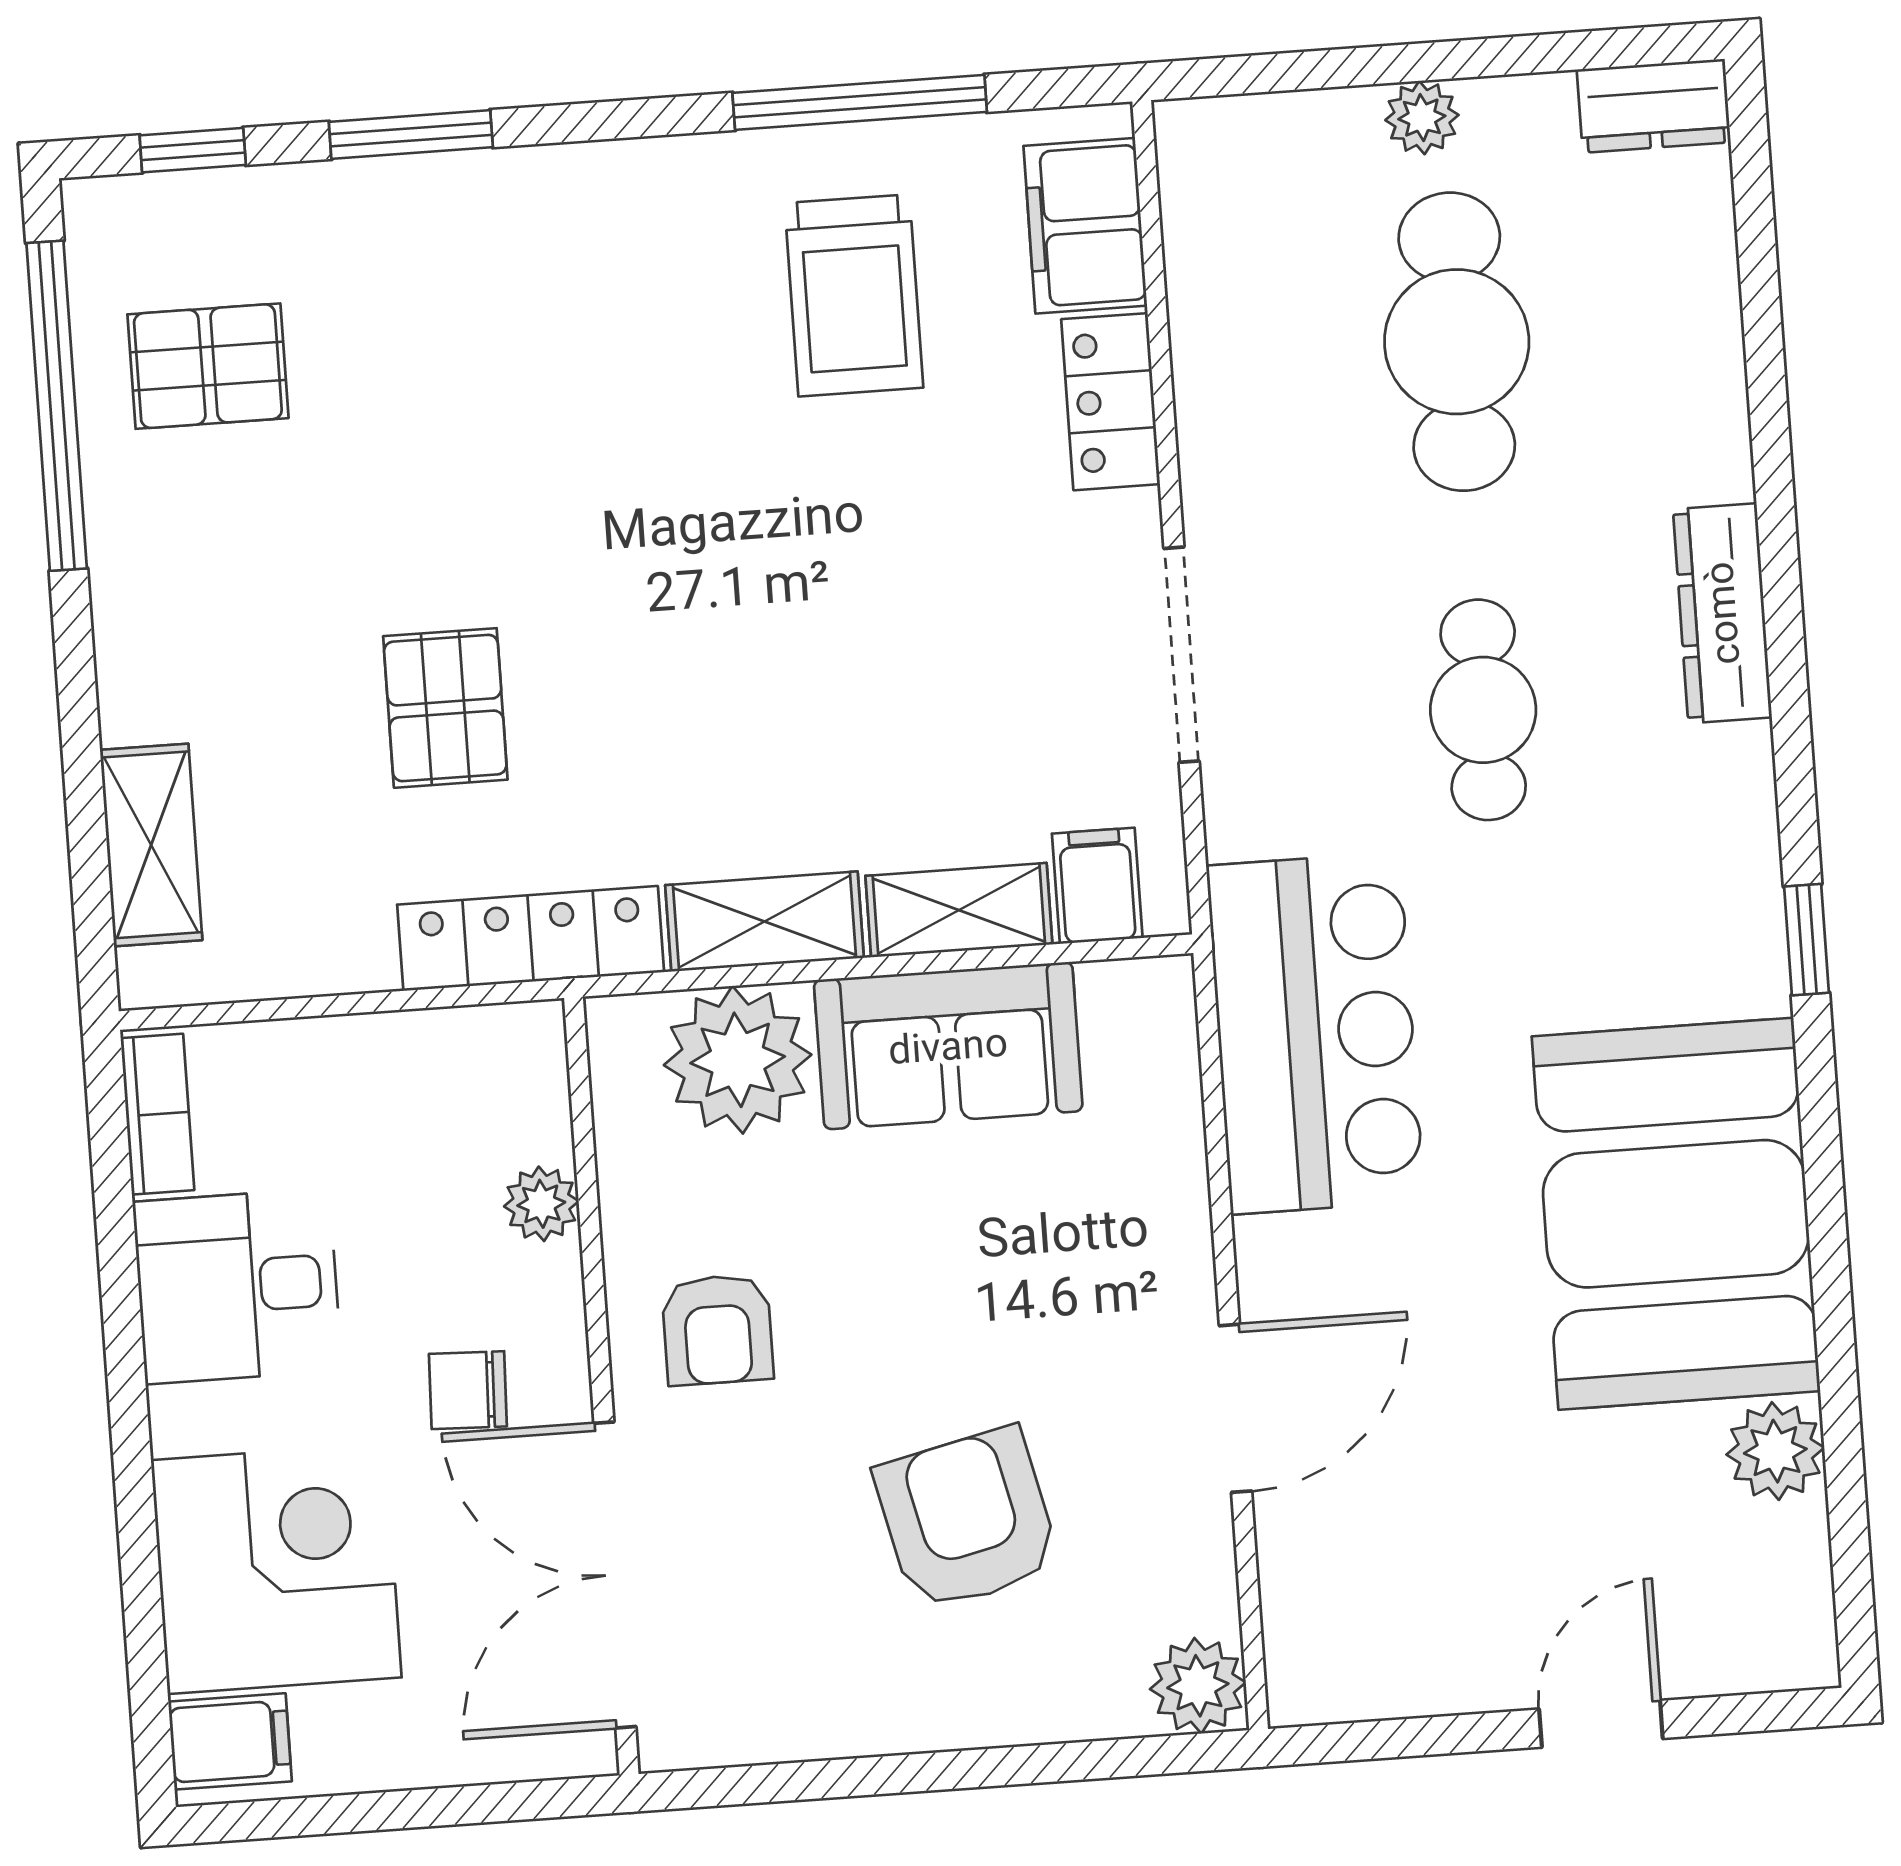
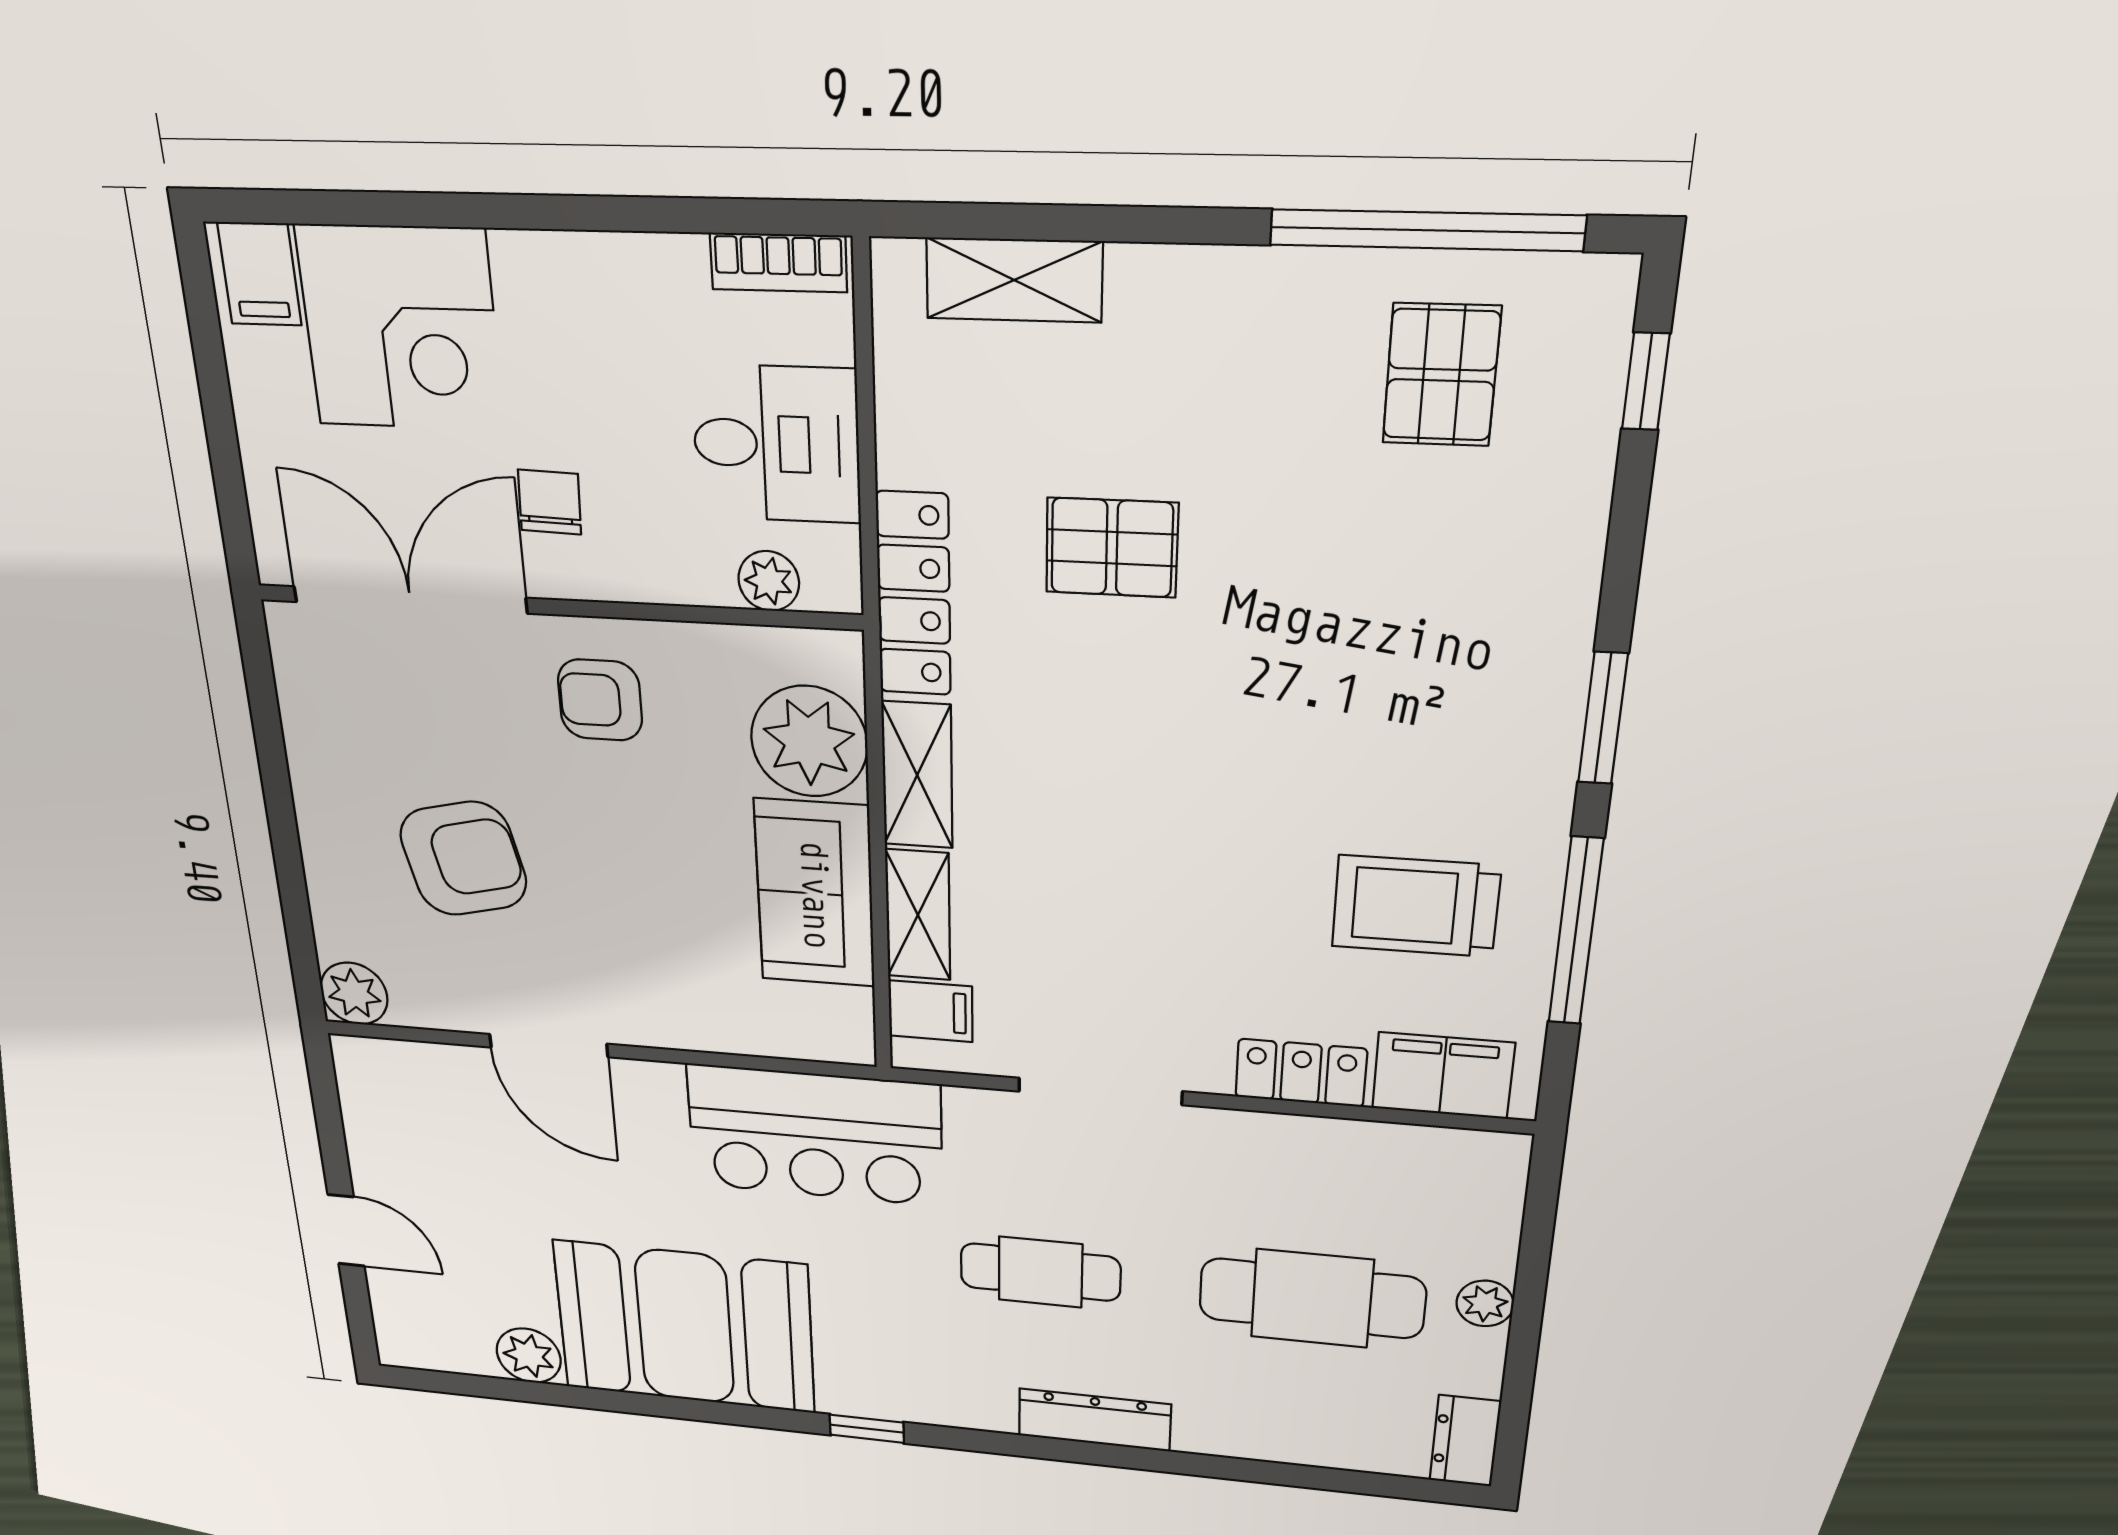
window: (411, 134) -> (1603, 718), moved
plant: (541, 1204) -> (769, 581), moved
desk: (237, 1286) -> (776, 444), moved, turned 90

